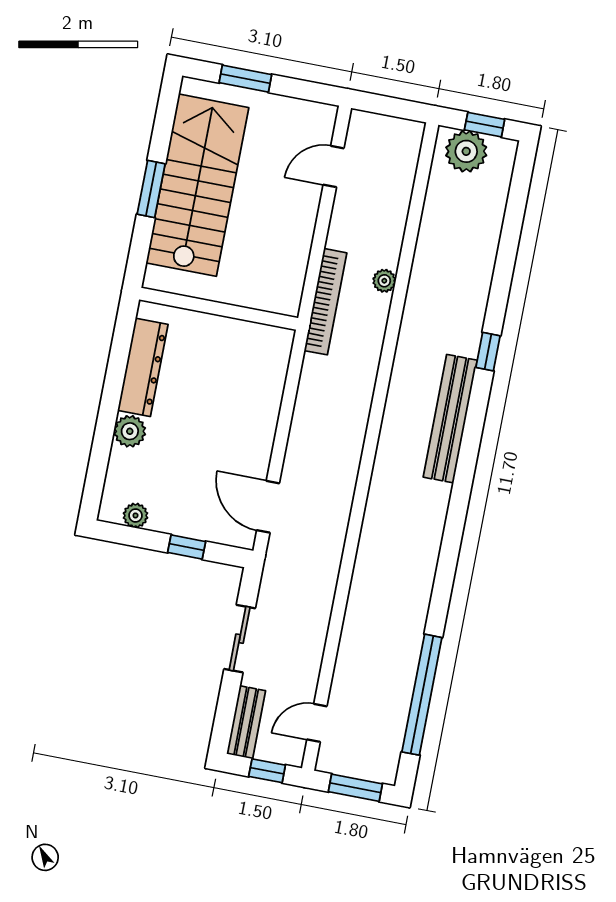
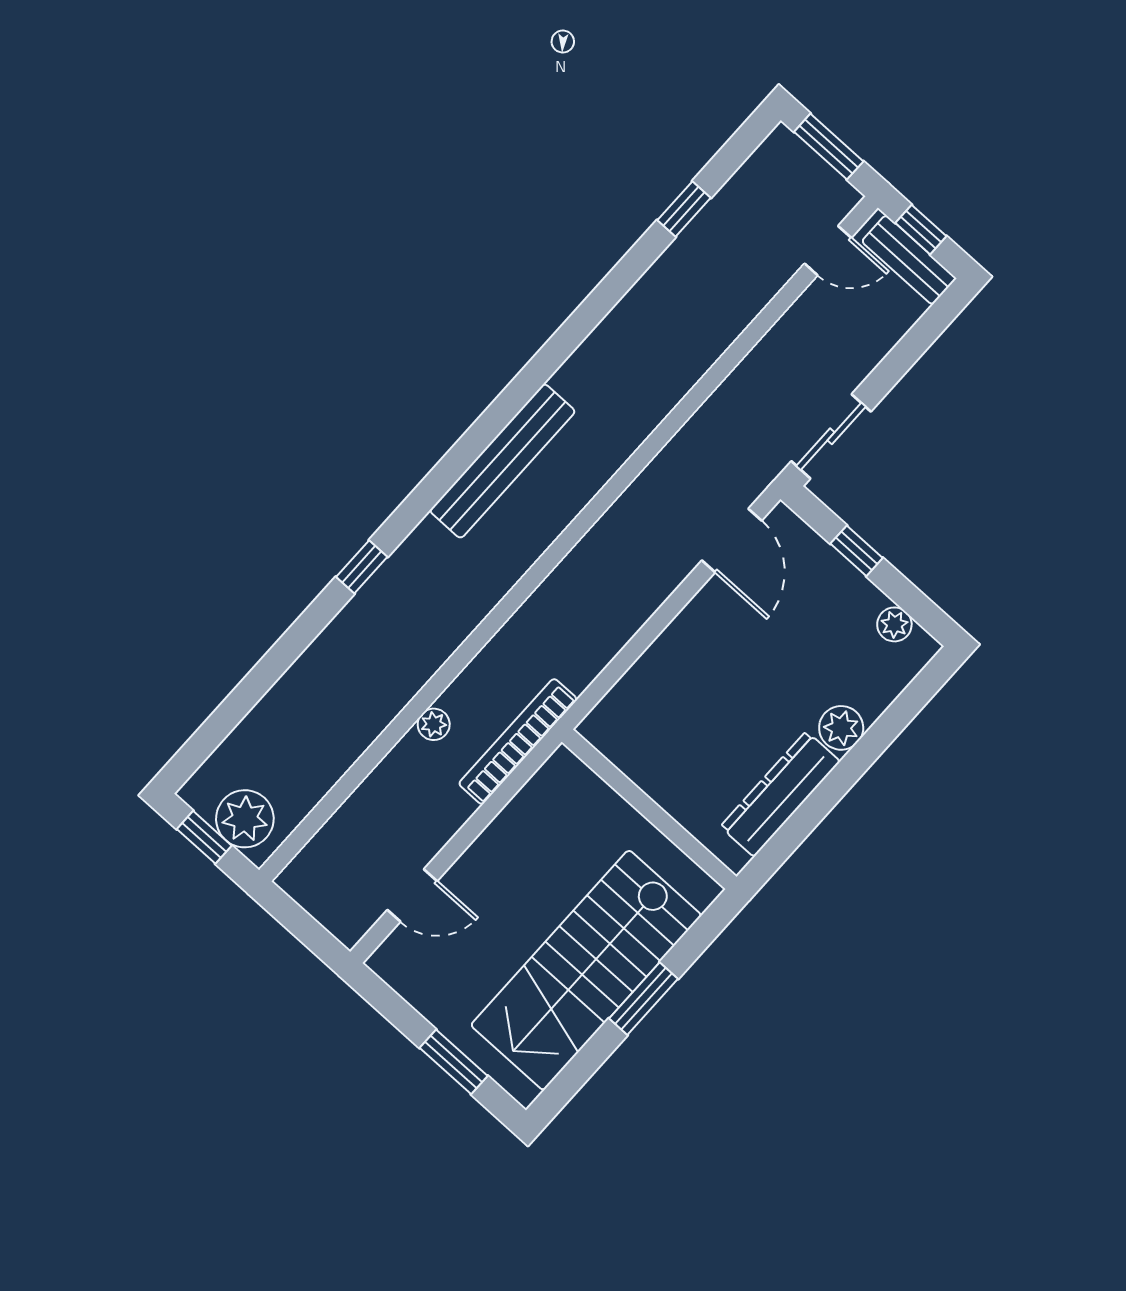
bench: (450, 419) -> (502, 461), moved
sliding door: (240, 639) -> (831, 436), moved
window: (422, 695) -> (684, 209), width x0.32
bench: (246, 722) -> (909, 260), moved, turned 90

